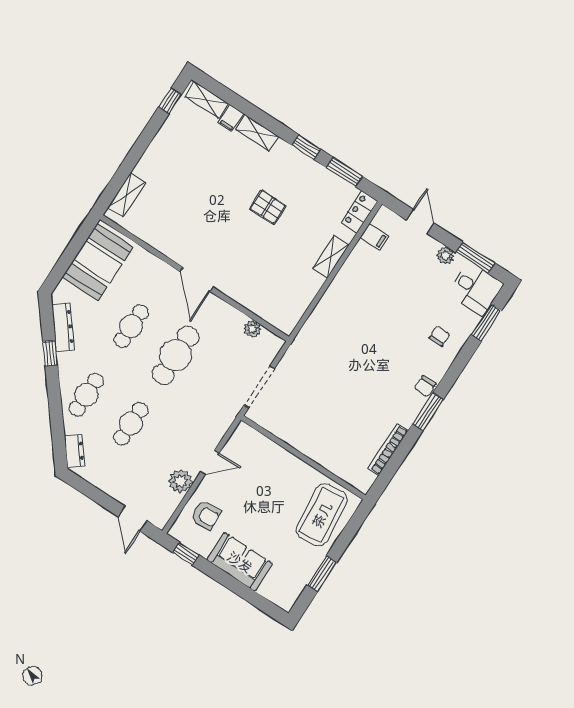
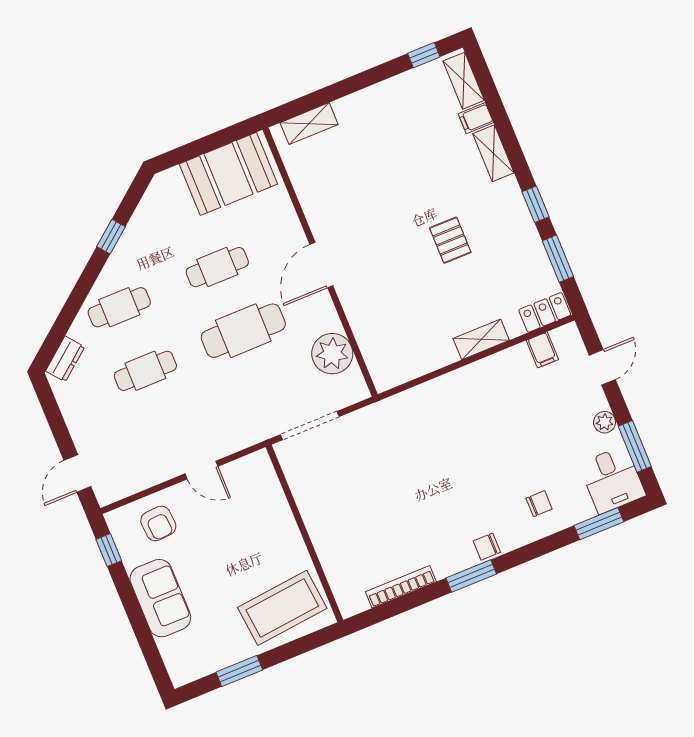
dresser: (63, 327) -> (144, 218), removed
plant: (252, 329) -> (332, 354), width x1.87, depth x1.87
plant: (181, 481) -> (156, 469), removed

